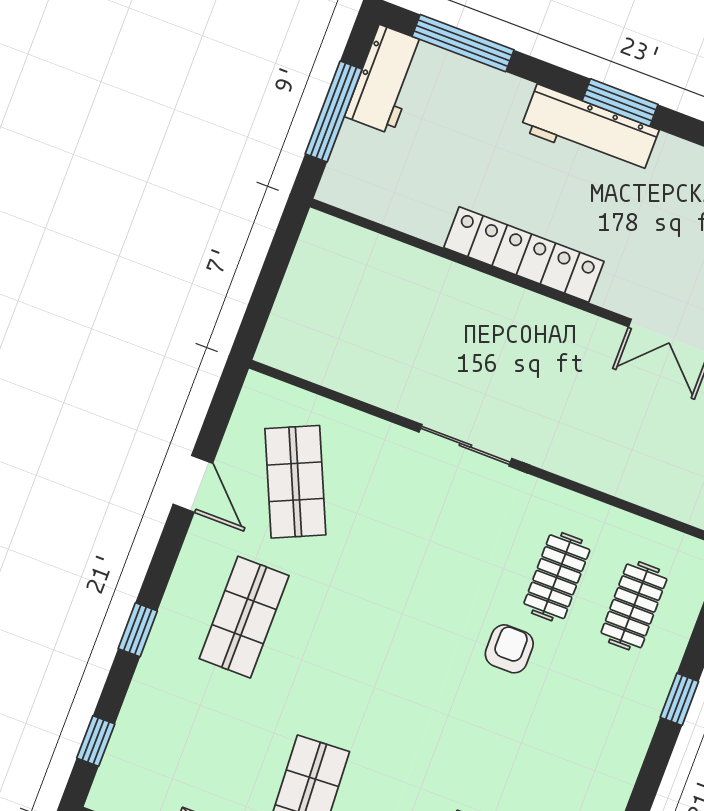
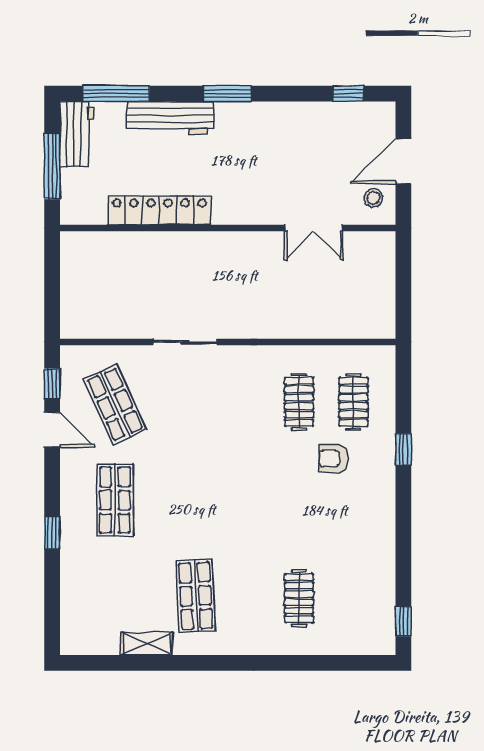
workbench: (590, 130) -> (170, 118), moved
locker: (524, 255) -> (159, 210), moved
sliding door: (465, 445) -> (185, 342), moved
armchair: (509, 649) -> (333, 459), moved, turned -89
window: (96, 741) -> (52, 384), moved

